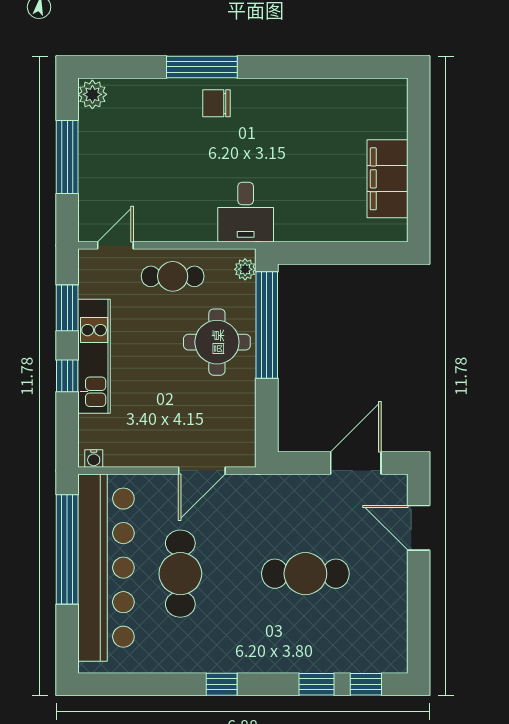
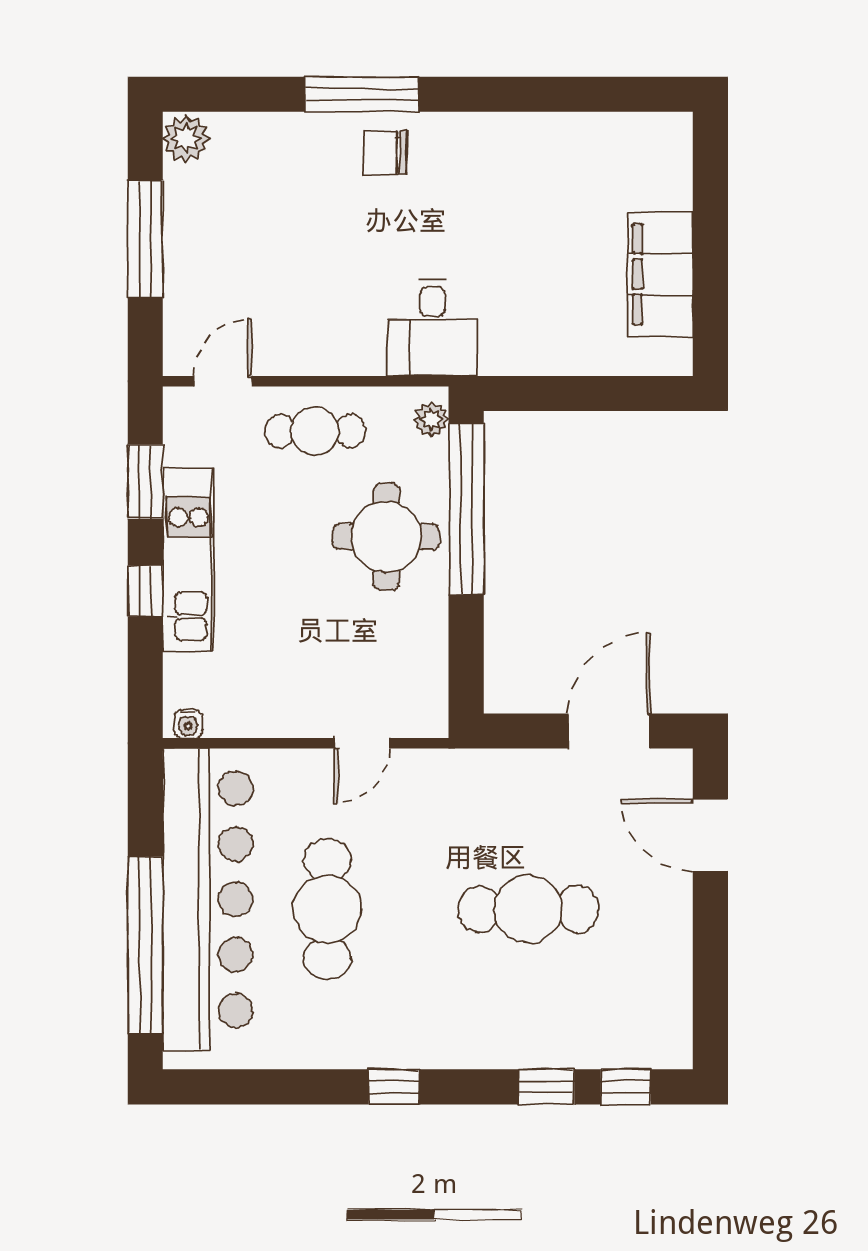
door: (202, 471) -> (362, 743), width x0.73
window: (67, 549) -> (145, 945), moved

